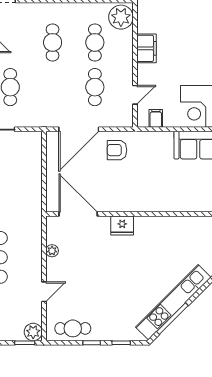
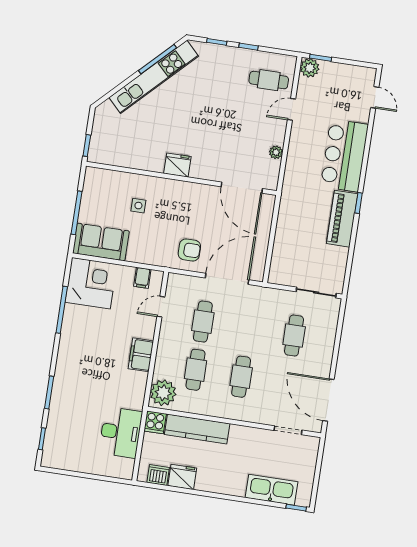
side table: (169, 183) -> (138, 206), added
fridge: (122, 225) -> (177, 165), moved
cafe table: (73, 328) -> (269, 80), moved

